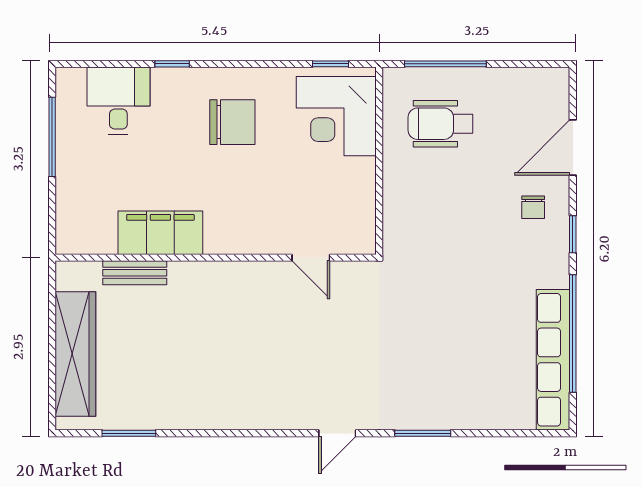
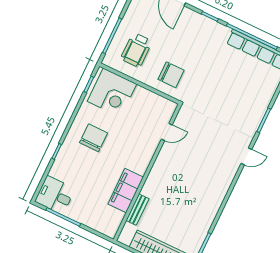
desk: (118, 101) -> (55, 195), moved
chair: (533, 207) -> (171, 75), moved, width x1.87, depth x1.87
door: (337, 433) -> (246, 156), hinge flipped

